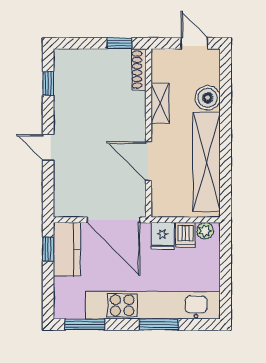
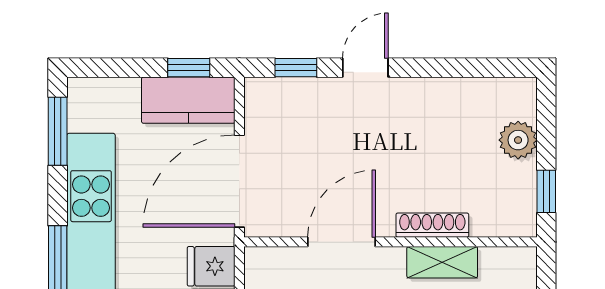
plant: (90, 60) -> (518, 140), added
shoe rack: (139, 69) -> (432, 225), moved
window: (48, 83) -> (296, 68), moved

